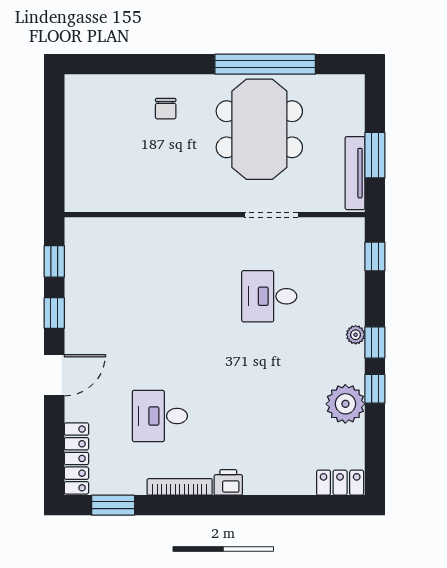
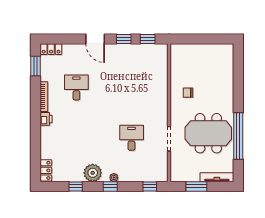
chair: (166, 109) -> (188, 93), moved
tv unit: (355, 173) -> (217, 177), moved
window: (375, 389) -> (76, 186), moved
plant: (345, 404) -> (93, 173), moved
locker: (76, 458) -> (51, 49), width x0.66

